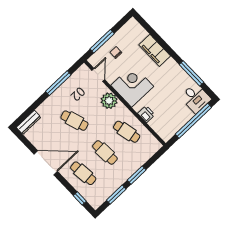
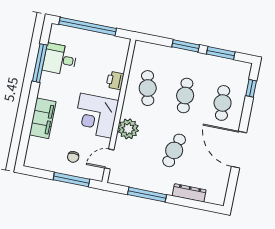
desk: (196, 98) -> (60, 59), moved, turned -90
cafe table: (74, 121) -> (174, 150), turned 33
dresser: (29, 122) -> (189, 193), moved

